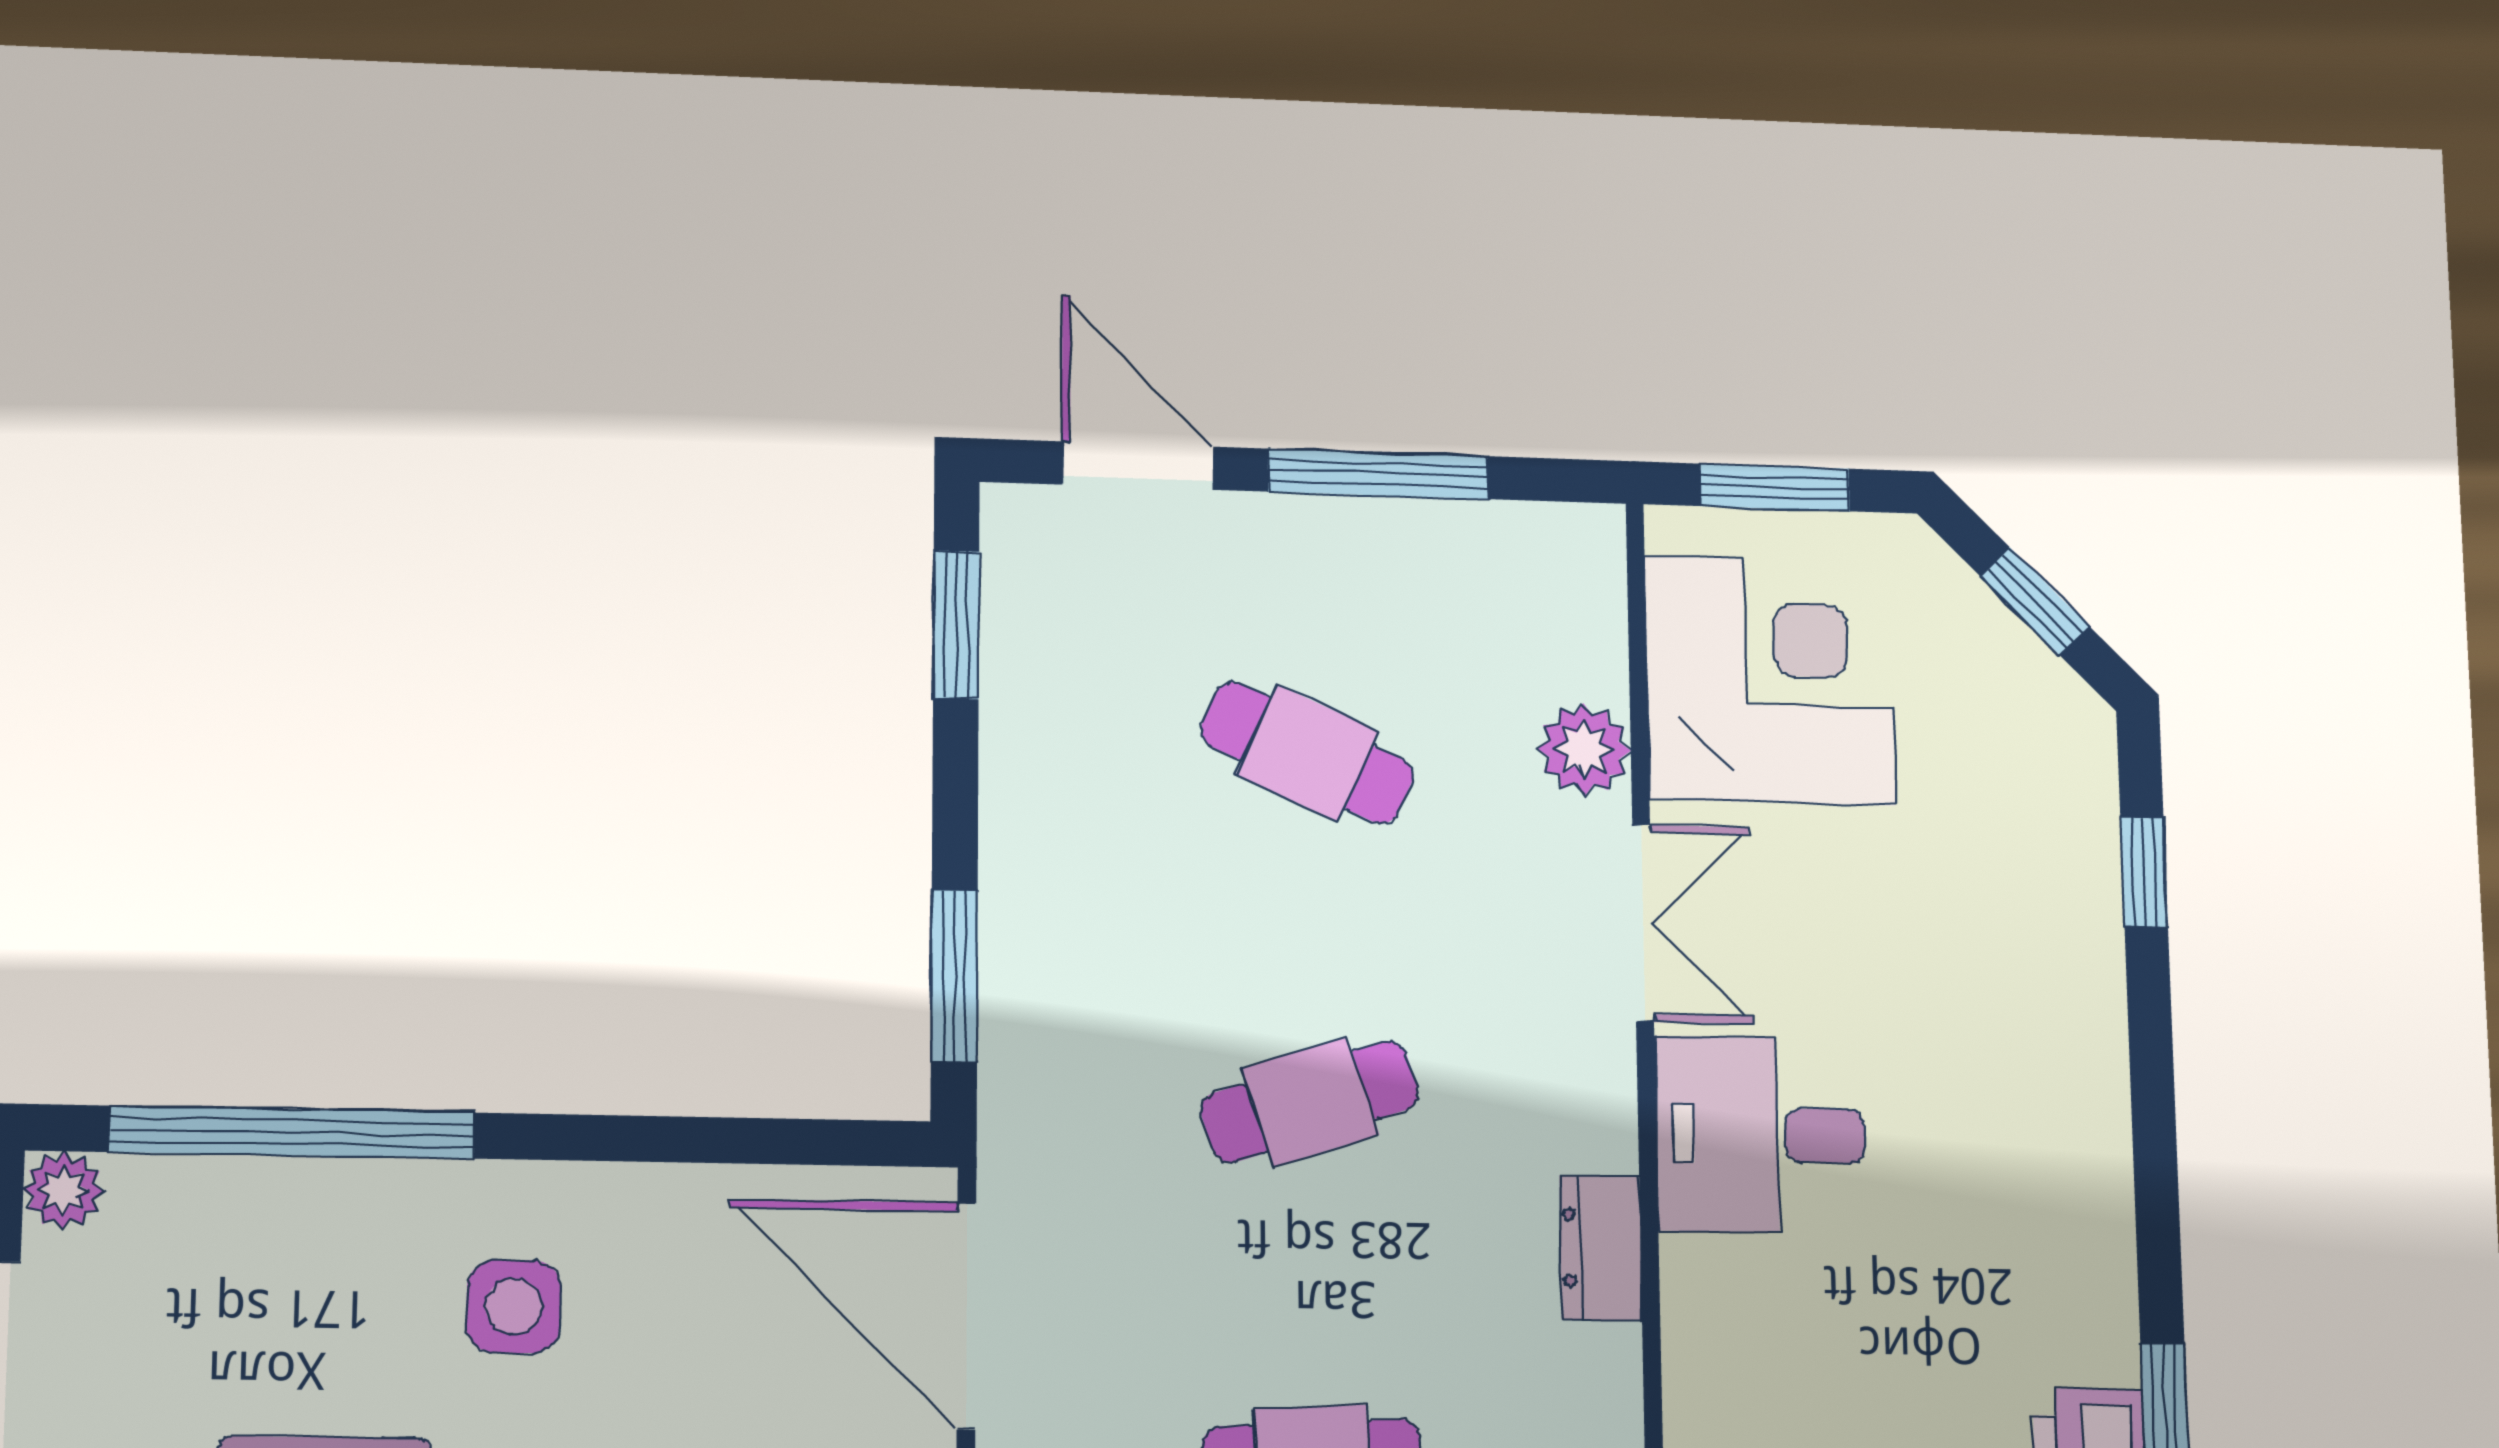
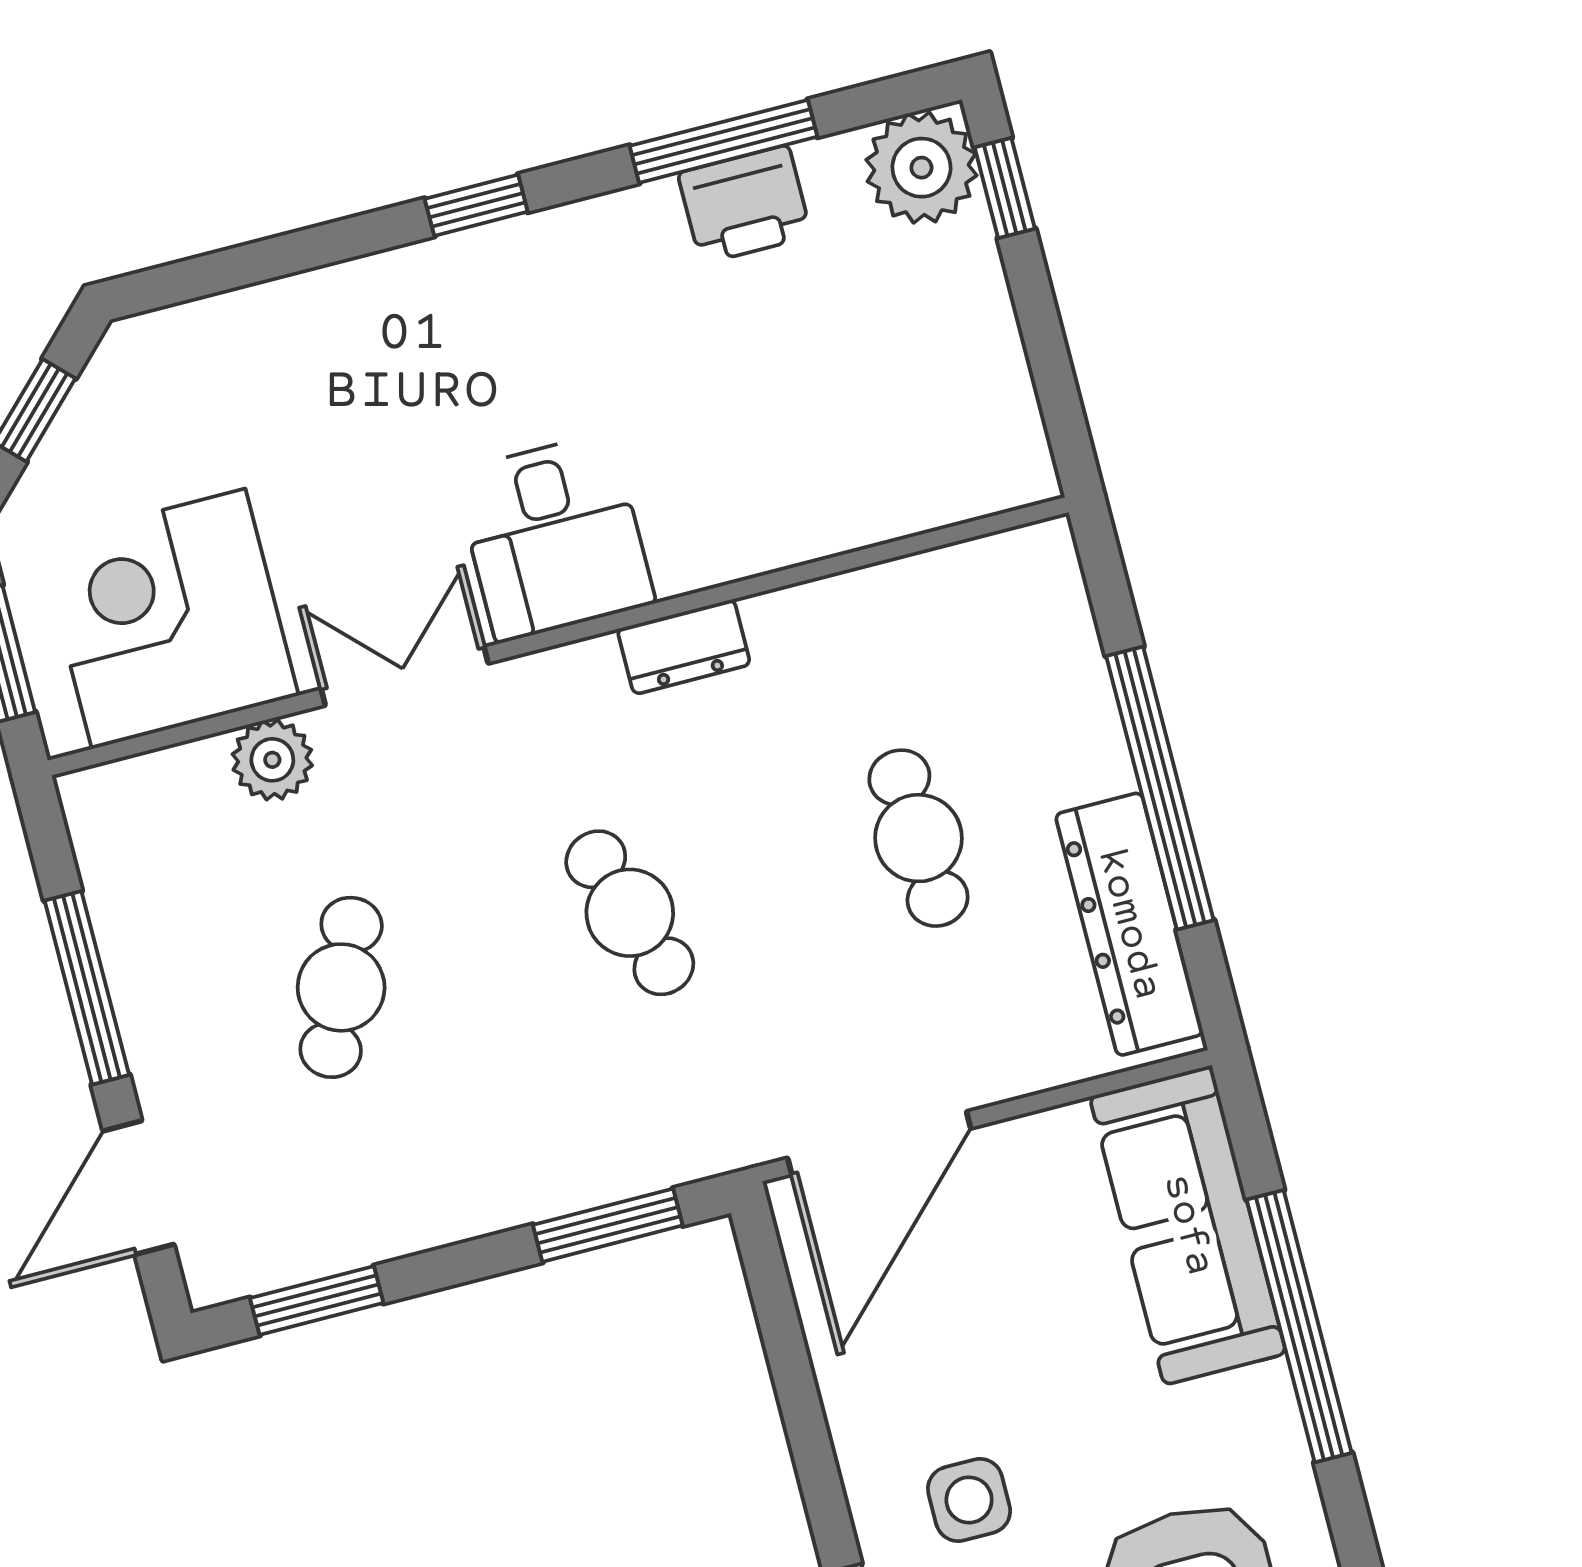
window: (2144, 872) -> (476, 205), moved

